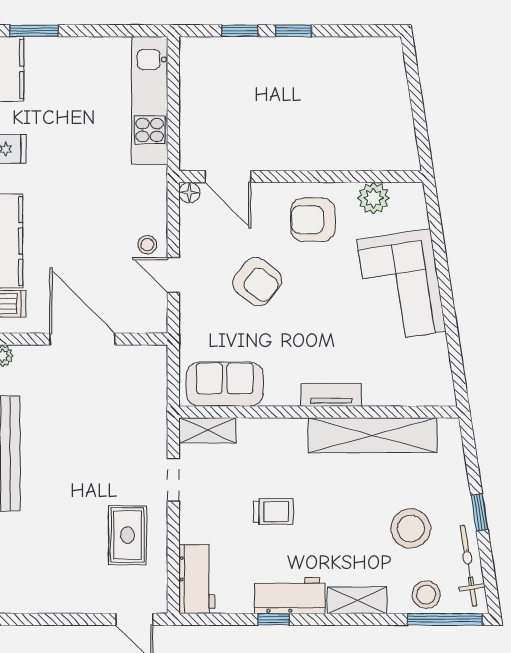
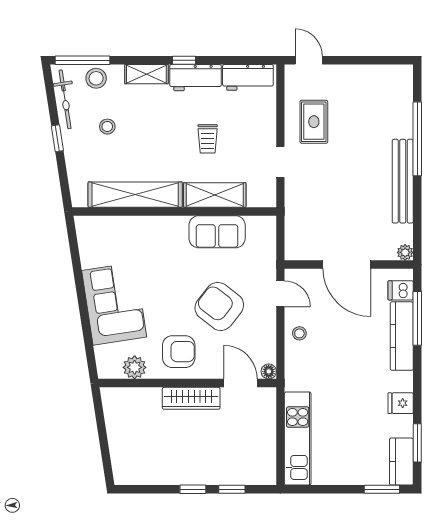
wardrobe: (296, 156) -> (191, 398), added
door: (173, 275) -> (280, 294), moved
armchair: (257, 282) -> (219, 306), width x1.36, depth x1.36
sofa: (225, 384) -> (217, 232), moved
tv unit: (331, 395) -> (165, 224), removed
shelving: (207, 430) -> (215, 195), moved, width x1.50, depth x1.33
trolley: (273, 512) -> (208, 139), turned -90
stool: (411, 528) -> (107, 127), width x0.53, depth x0.53
workbench: (197, 579) -> (248, 77), moved, turned -90
window: (273, 619) -> (184, 60), moved

